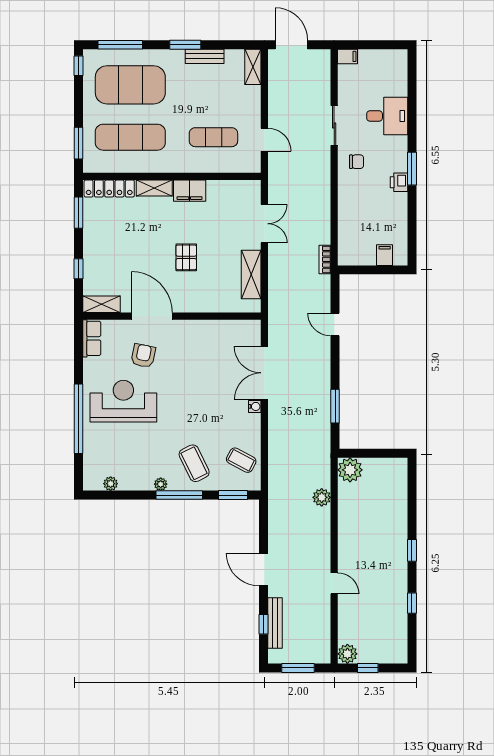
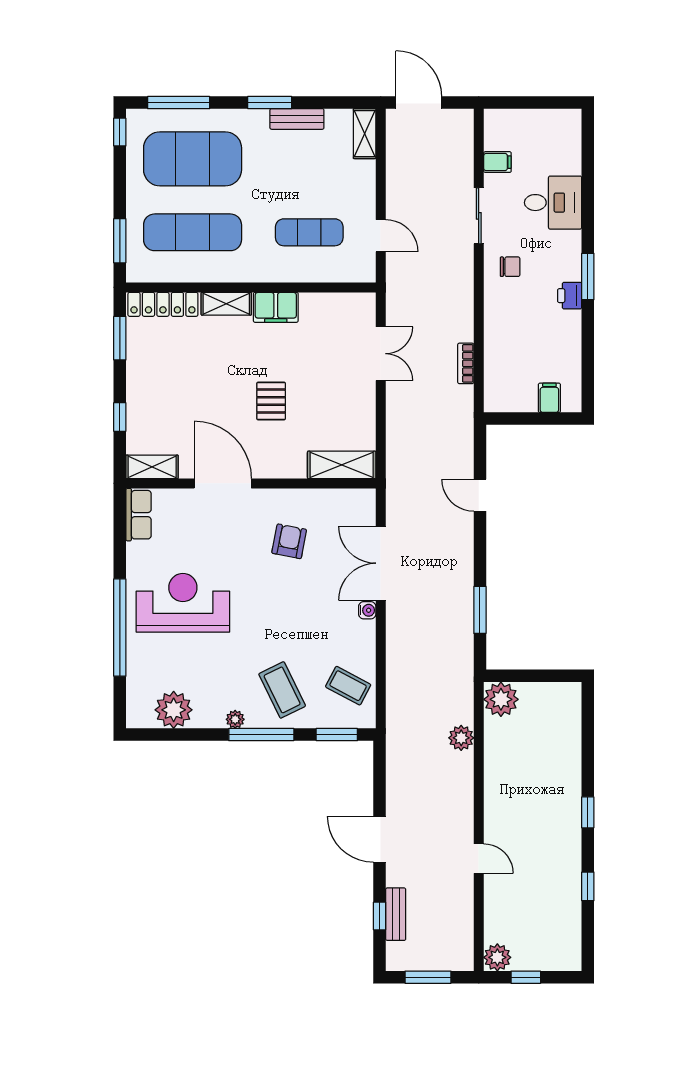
filing cabinet: (348, 56) -> (497, 162), moved
bookcase: (325, 259) -> (466, 363), moved
shelving: (251, 275) -> (342, 465), moved, turned 90
armchair: (143, 356) -> (289, 541), moved
plant: (111, 484) -> (174, 710), width x1.87, depth x1.87
bench: (275, 623) -> (396, 914), width x0.73

